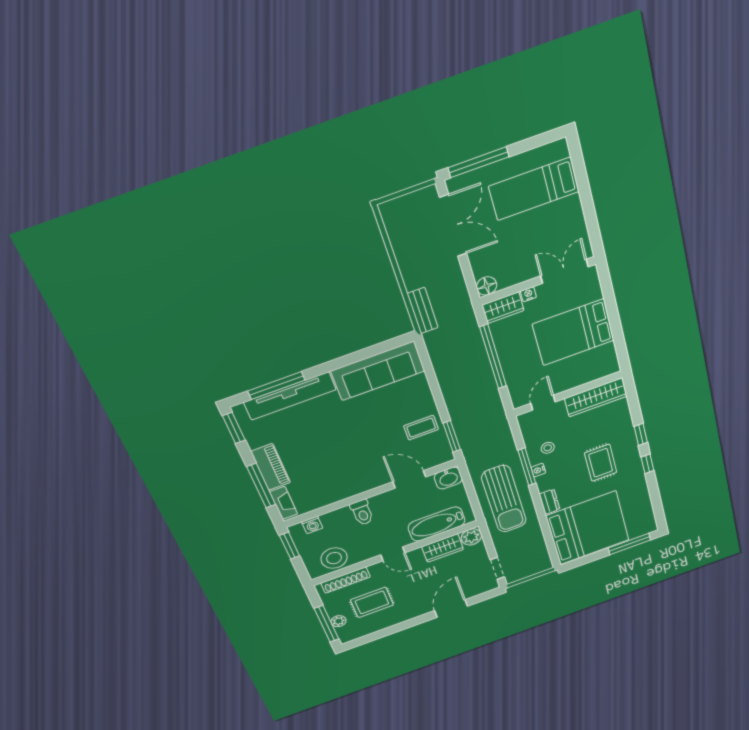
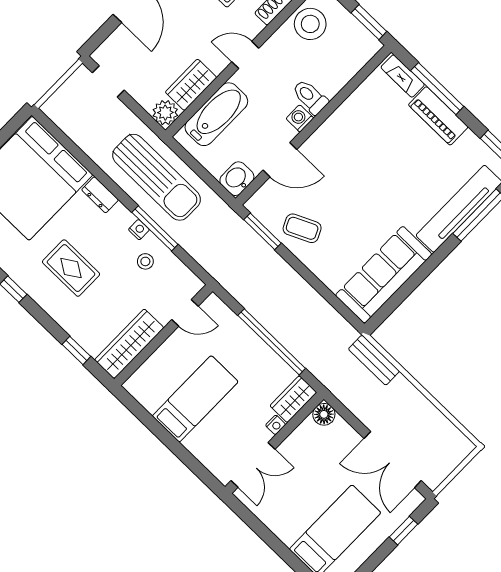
window: (478, 162) -> (403, 531), width x0.46
bed: (573, 332) -> (195, 399), width x0.67
door: (543, 403) -> (185, 313), hinge flipped
coffee table: (421, 428) -> (302, 228), turned 65
window: (641, 434) -> (76, 350), moved
sun lounger: (504, 499) -> (157, 177), turned 180
washing machine: (312, 525) -> (300, 118), moved

